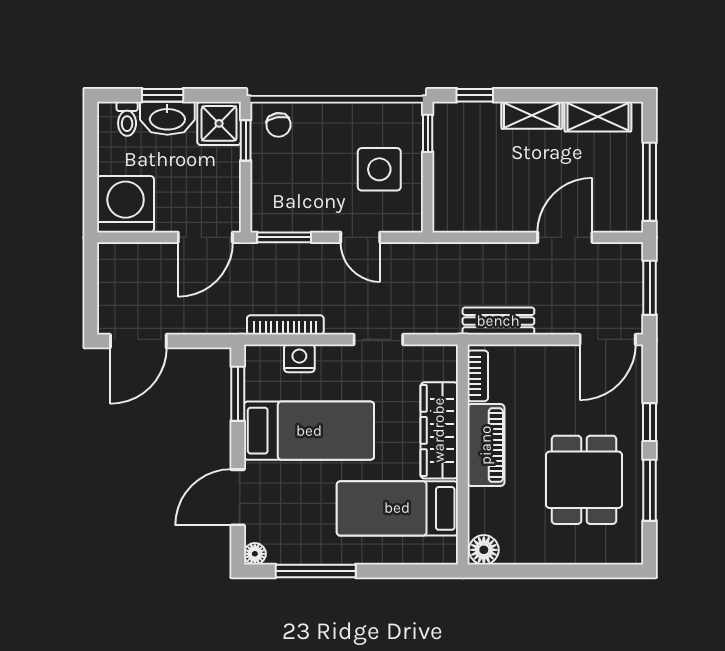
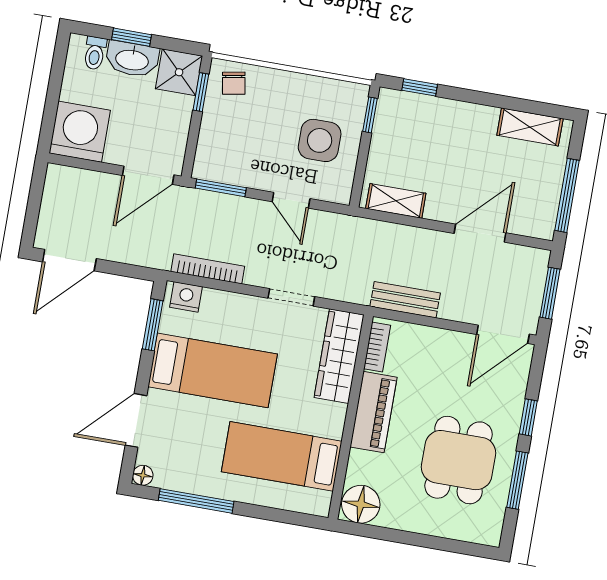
shelving: (532, 115) -> (396, 201), moved
nightstand: (299, 358) -> (186, 297), moved
wardrobe: (439, 430) -> (339, 356), moved
floor lamp: (484, 550) -> (361, 504), width x1.38, depth x1.38

